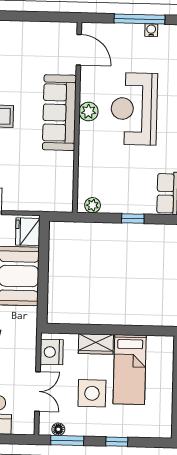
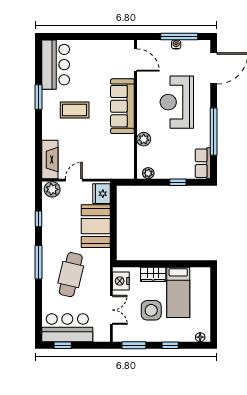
water cooler: (151, 30) -> (176, 44), moved
plant: (89, 112) -> (144, 139), moved
floor lamp: (58, 429) -> (200, 337), moved

